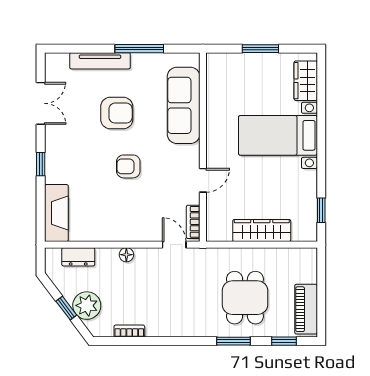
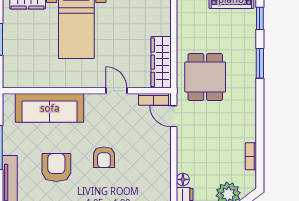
wardrobe: (262, 230) -> (161, 62), moved
door: (174, 245) -> (174, 116), hinge flipped
floor lamp: (126, 255) -> (183, 179), moved
dining table: (245, 298) -> (205, 77), moved, turned 90

